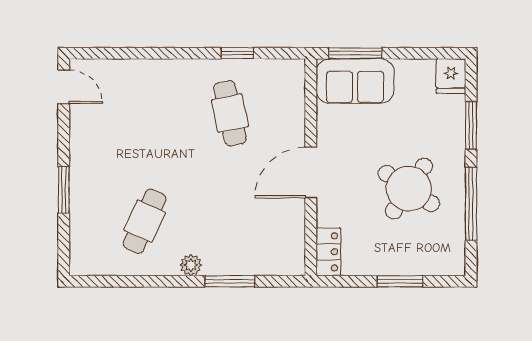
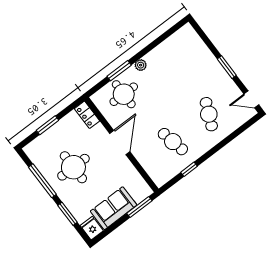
sofa: (355, 81) -> (114, 208), moved
round table: (409, 189) -> (73, 167), turned -34
window: (64, 190) -> (227, 67), moved
cafe table: (145, 221) -> (209, 114), moved
round table: (250, 241) -> (124, 94), added

